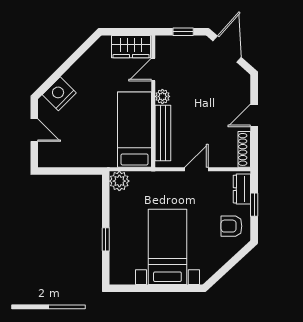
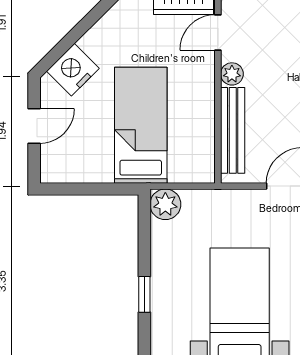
door: (34, 130) -> (34, 126), hinge flipped
bed: (135, 130) -> (141, 125), moved

